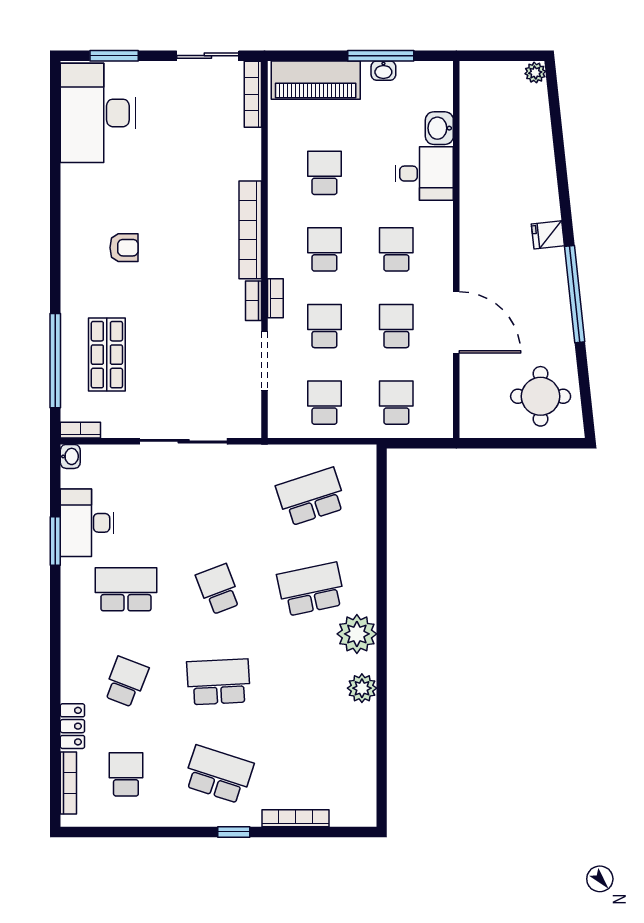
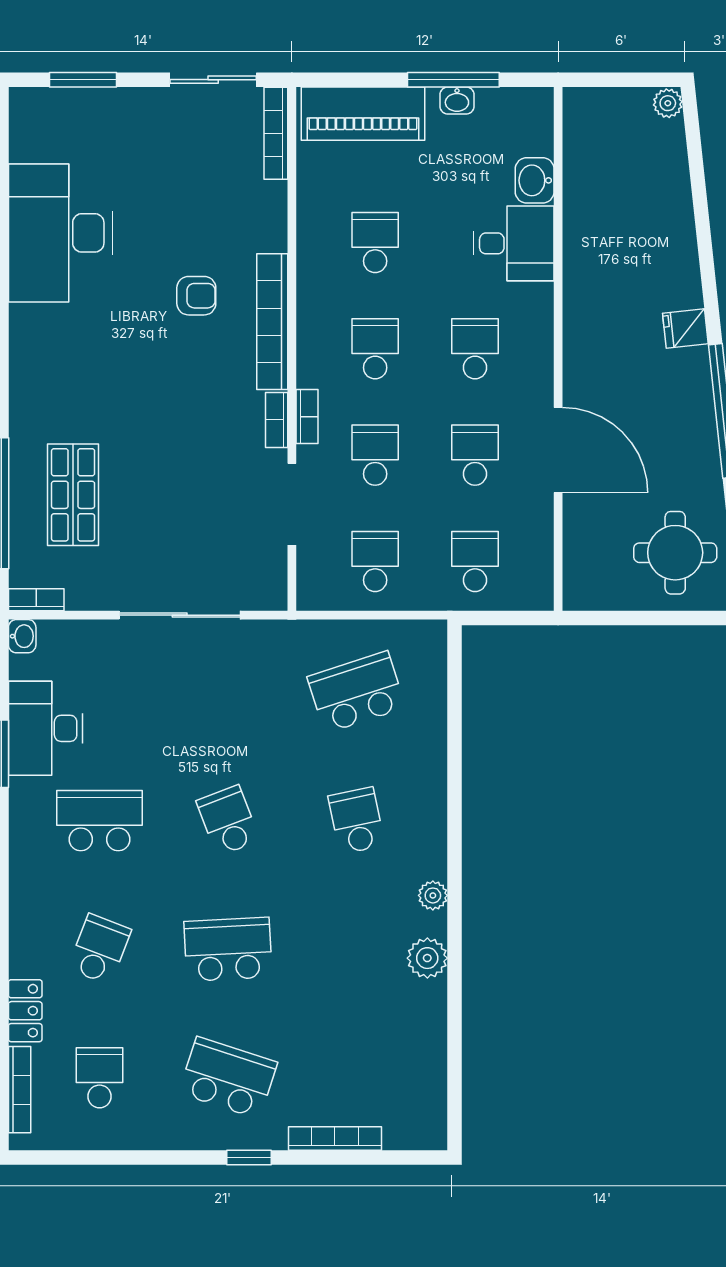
desk: (98, 113) -> (60, 233), moved
armchair: (124, 248) -> (196, 296), moved
school desk: (311, 589) -> (356, 821), width x0.54
plant: (357, 634) -> (433, 895), width x0.53, depth x0.53

